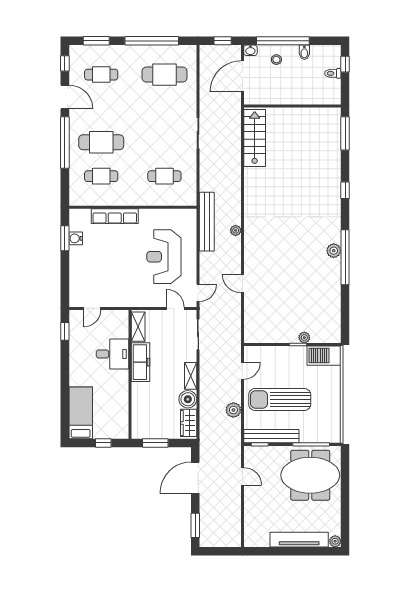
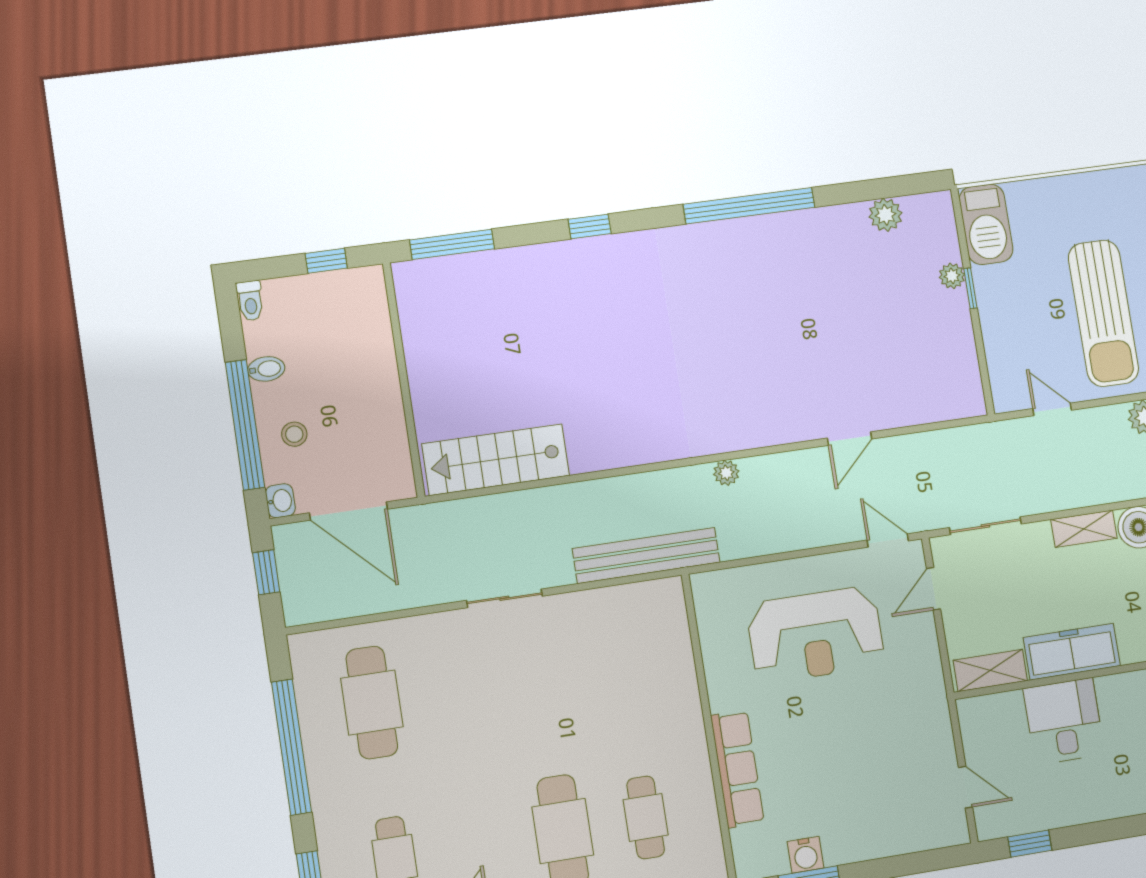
window: (345, 64) -> (326, 261), moved
toilet: (333, 73) -> (250, 301), moved
cafe table: (164, 176) -> (622, 664), removed
bench: (207, 222) -> (646, 555), moved
plant: (334, 251) -> (886, 215), moved

